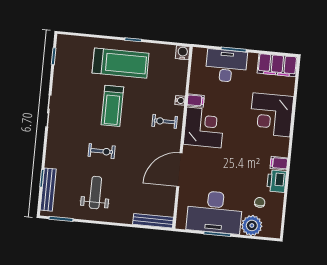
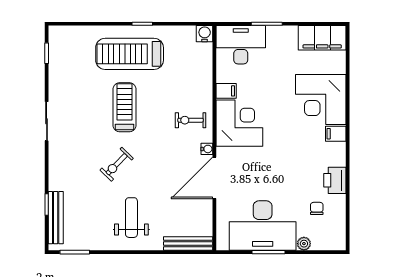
treadmill: (121, 63) -> (130, 54), turned 180
desk: (226, 66) -> (241, 45), moved
water cooler: (180, 100) -> (207, 149), moved
treadmill: (112, 106) -> (125, 107), turned 180
exercise bike: (102, 151) -> (117, 164), turned 134
filing cabinet: (279, 163) -> (336, 134), moved
weight bench: (95, 193) -> (131, 218), moved
plant: (252, 225) -> (304, 244), width x0.53, depth x0.53

